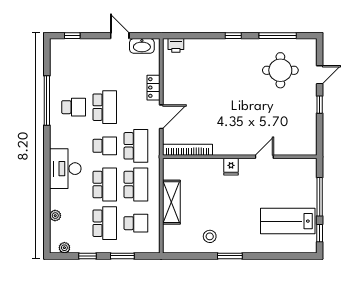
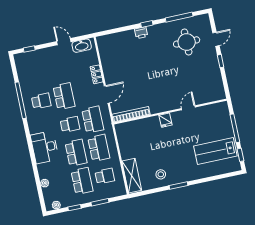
printer: (176, 45) -> (141, 33), moved
shelving: (171, 202) -> (132, 176), moved

